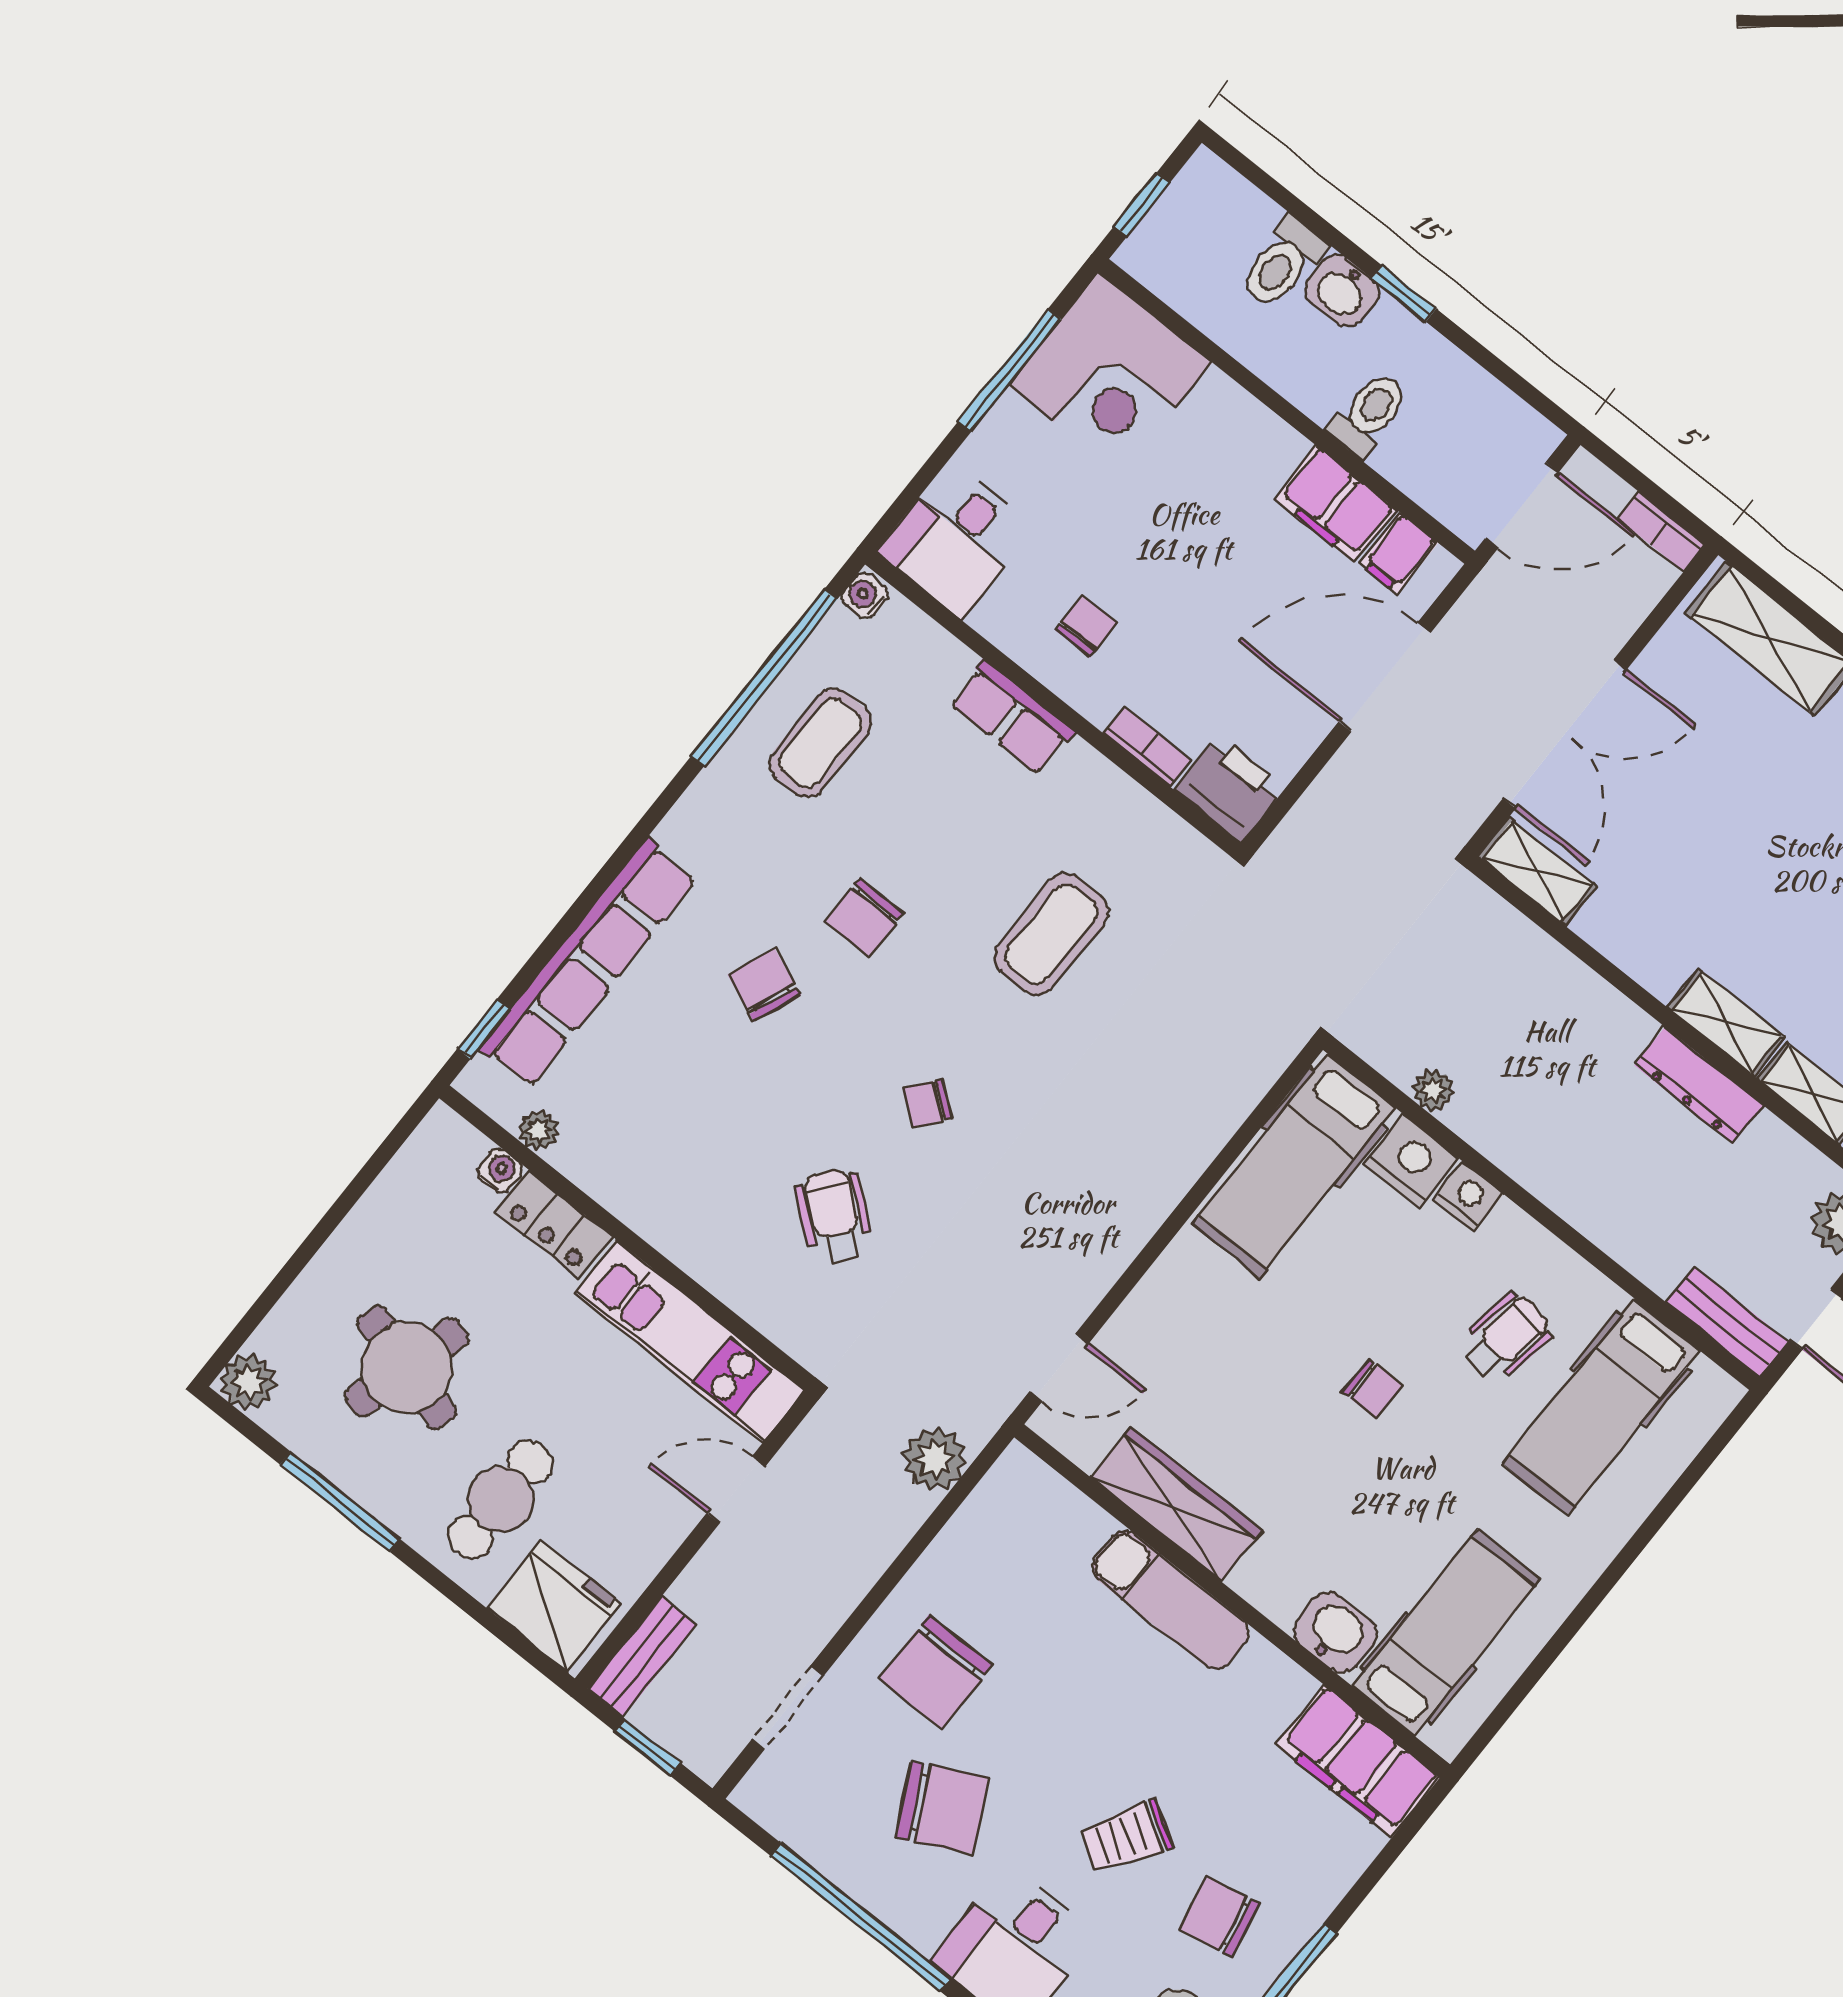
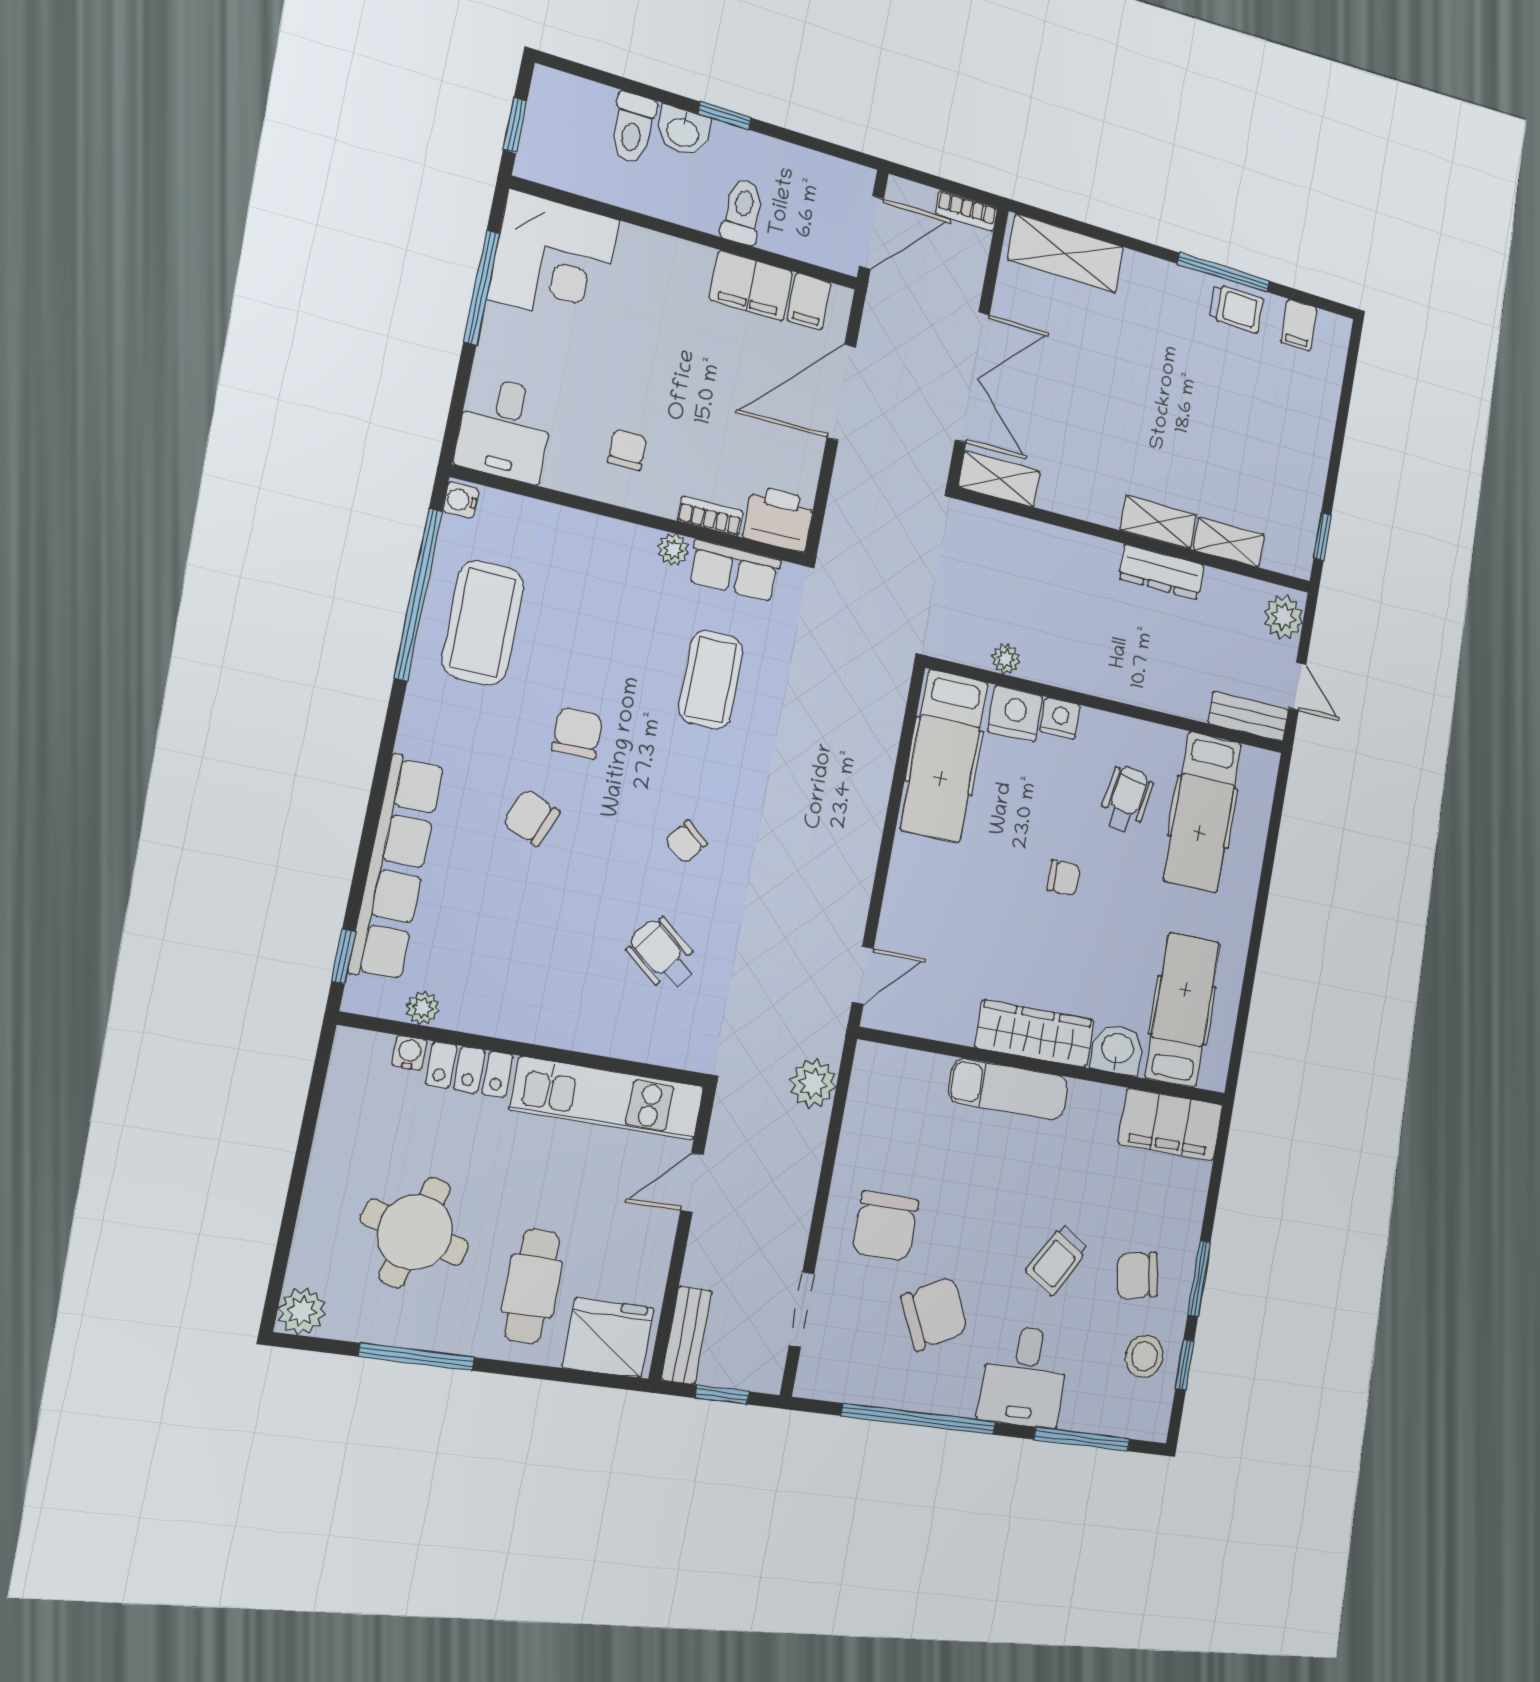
row of seats: (1011, 718) -> (734, 571), moved
coffee table: (820, 743) -> (483, 623), width x1.36, depth x1.32
plant: (1083, 765) -> (673, 550), added
chair: (864, 918) -> (577, 733), turned 180
wardrobe: (1176, 1504) -> (1035, 1034), moved

